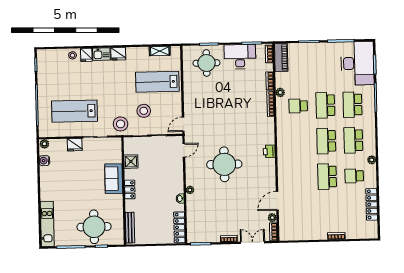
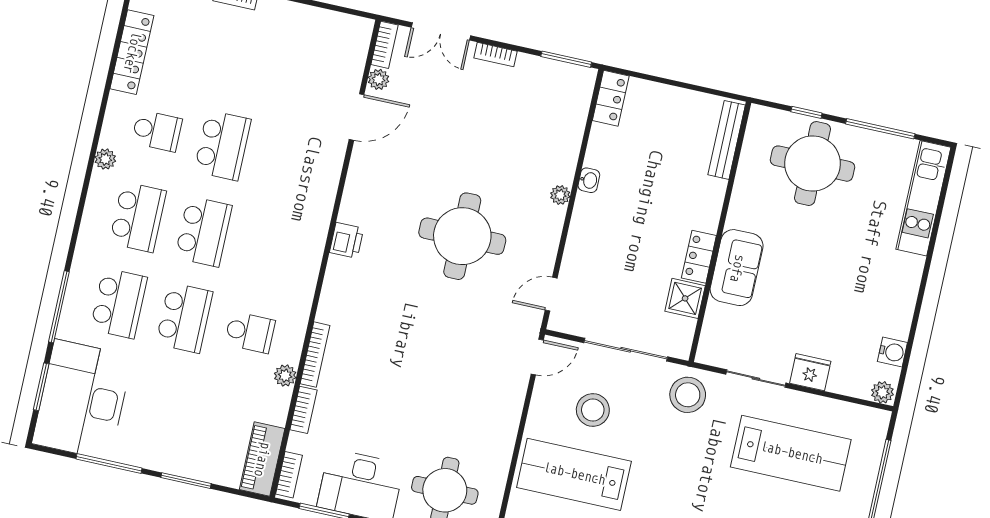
lab bench: (157, 82) -> (574, 474), turned 180
stool: (144, 111) -> (593, 410), moved
locker: (130, 189) -> (699, 257), moved
locker: (179, 227) -> (611, 98), width x0.66

